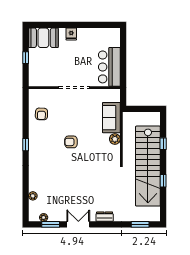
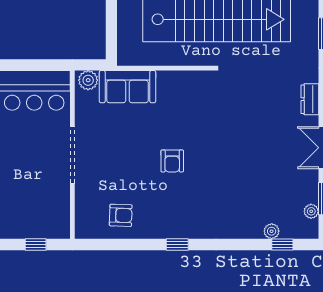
window: (26, 58) -> (36, 245), moved
plant: (115, 139) -> (88, 80), moved
window: (26, 202) -> (282, 245), added

